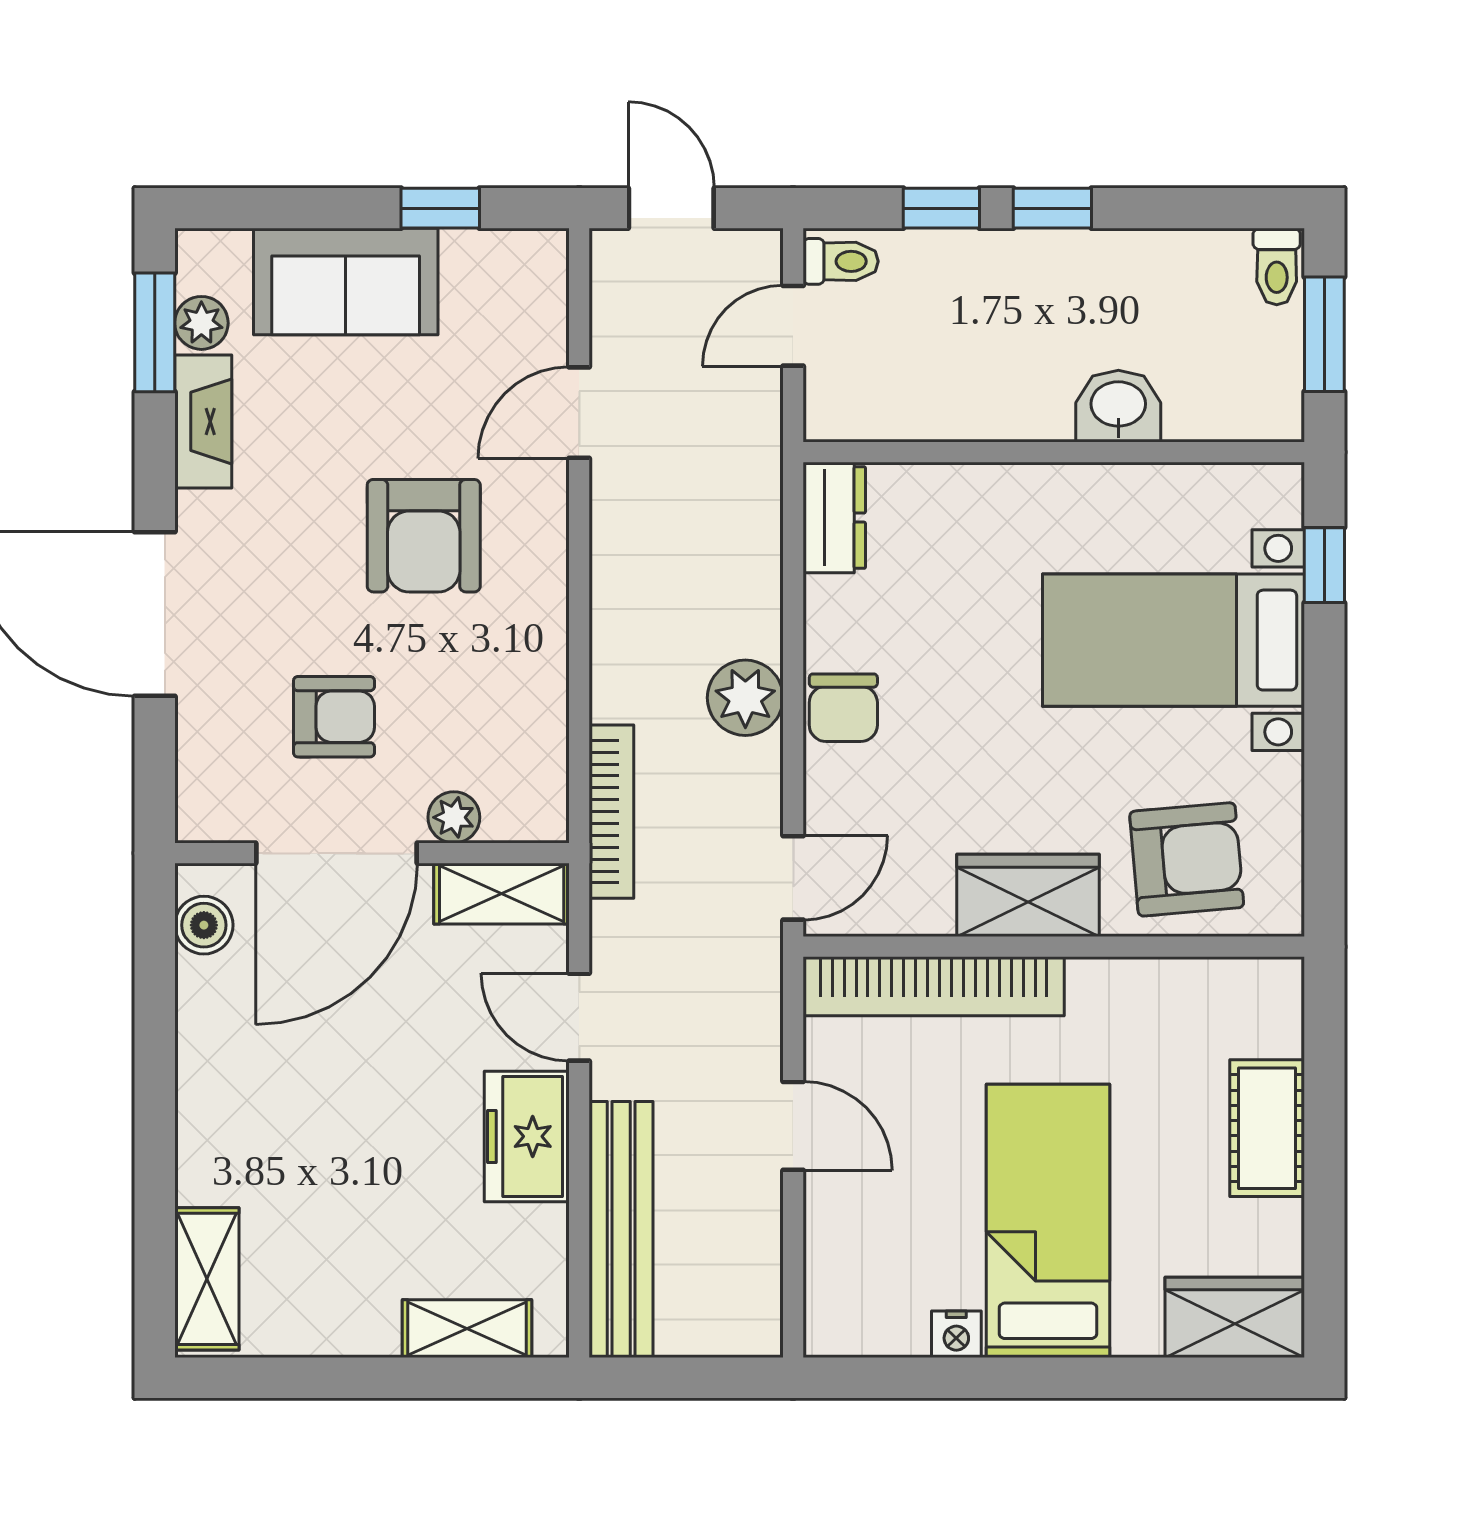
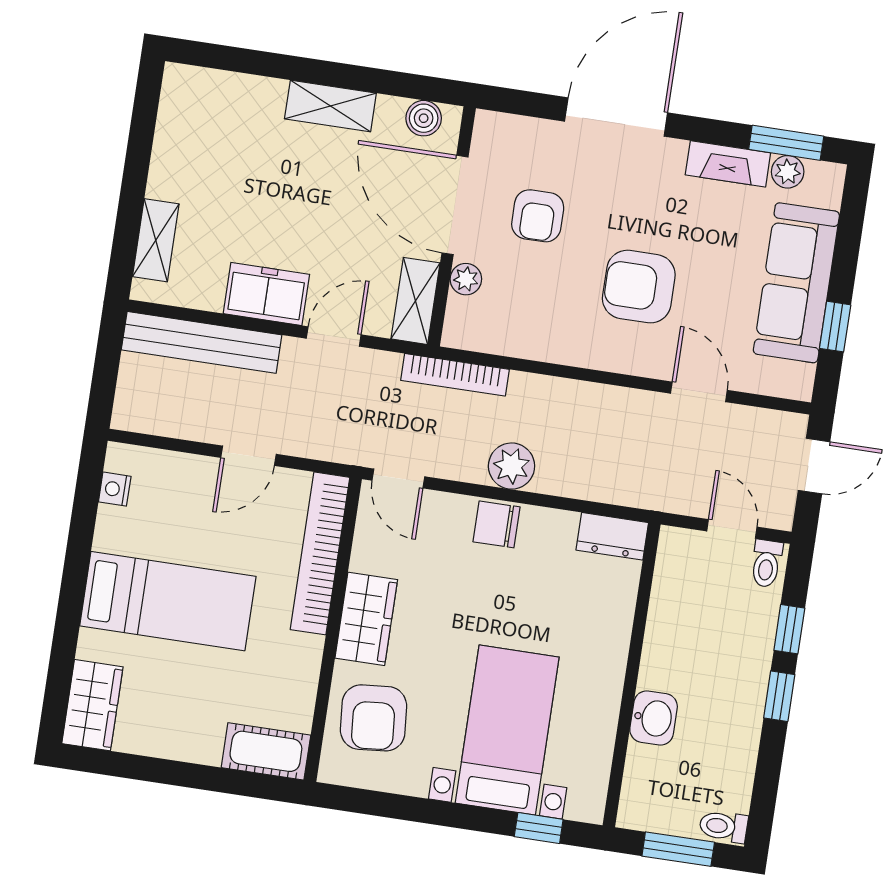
sofa: (346, 282) -> (796, 283), width x1.36
cot: (1267, 1128) -> (266, 751), moved
shelving: (207, 1279) -> (330, 106), moved
nightstand: (956, 1334) -> (115, 489), moved

